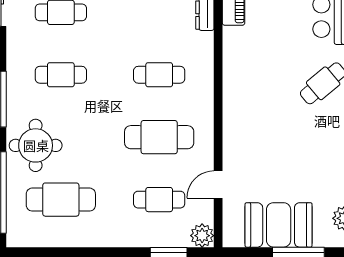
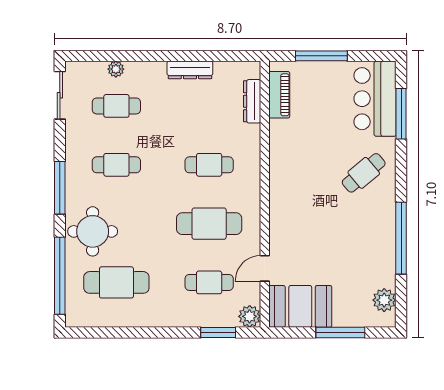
booth: (279, 225) -> (300, 306), moved

